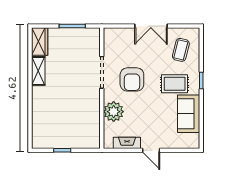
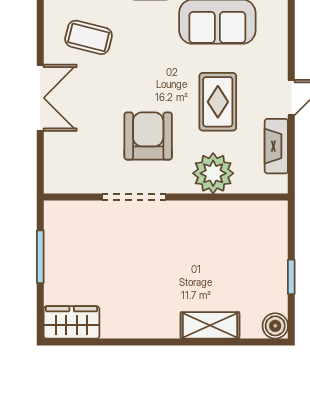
shelving: (38, 71) -> (210, 325), moved
armchair: (132, 79) -> (148, 136), turned -90
rug: (175, 84) -> (218, 102), moved
boiler: (38, 142) -> (275, 326), added

